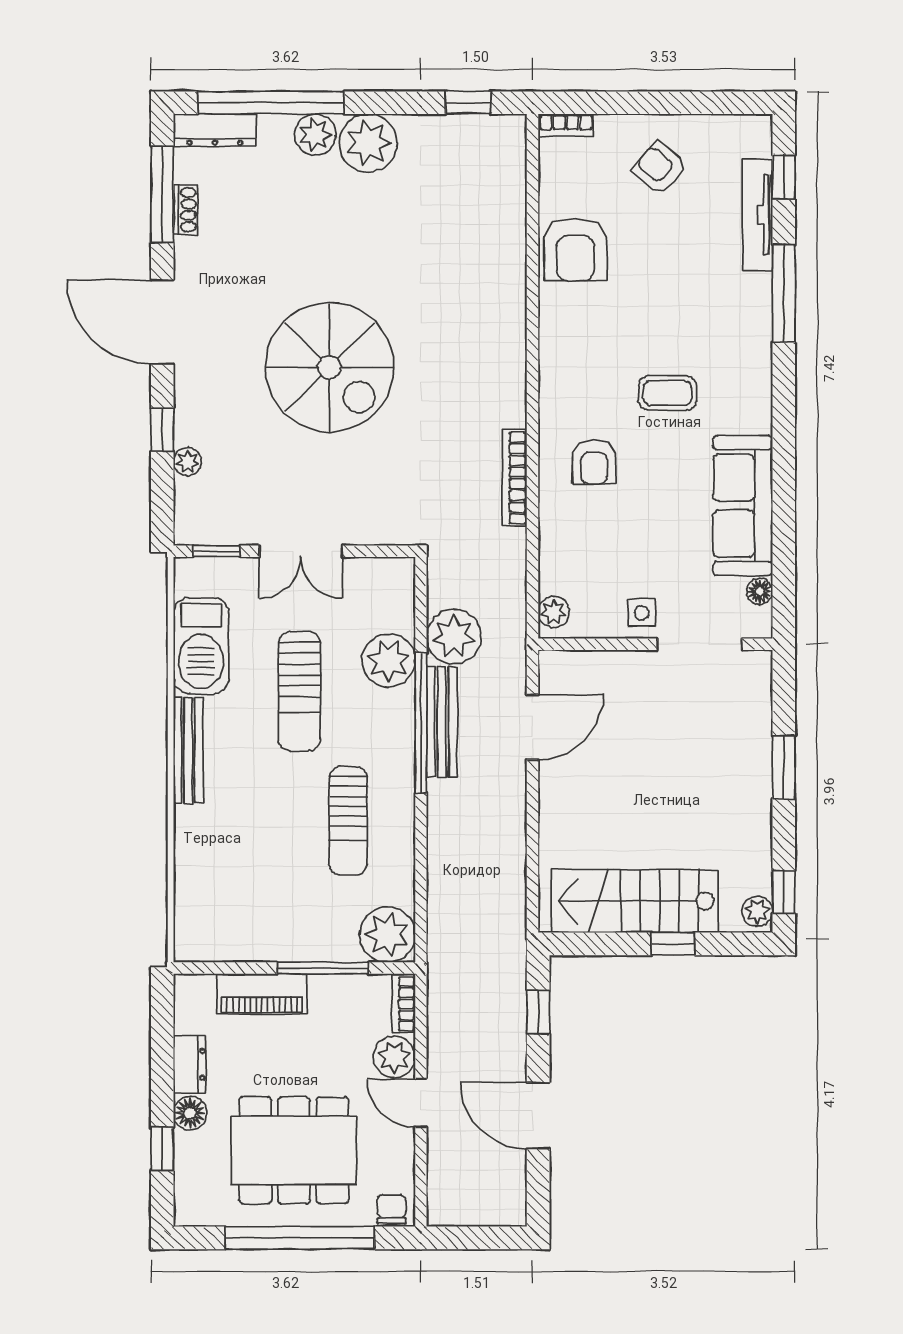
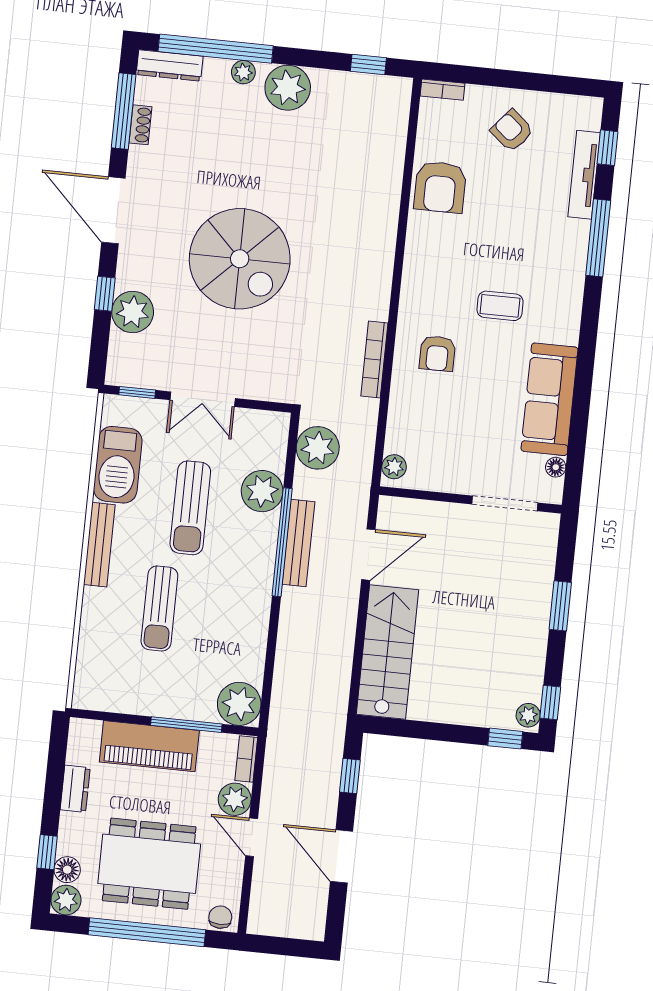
plant: (315, 135) -> (243, 72), width x0.73, depth x0.73
plant: (188, 462) -> (133, 312), width x1.87, depth x1.87
side table: (642, 613) -> (462, 474), removed
plant: (454, 637) -> (318, 448), moved
sun lounger: (348, 821) -> (159, 609), moved
stairs: (635, 901) -> (387, 652), moved, turned 90
window: (673, 944) -> (505, 739), moved
piano: (262, 994) -> (149, 746), width x1.37, depth x1.33
floor lamp: (190, 1113) -> (67, 870), moved
plant: (193, 1208) -> (66, 900), added

